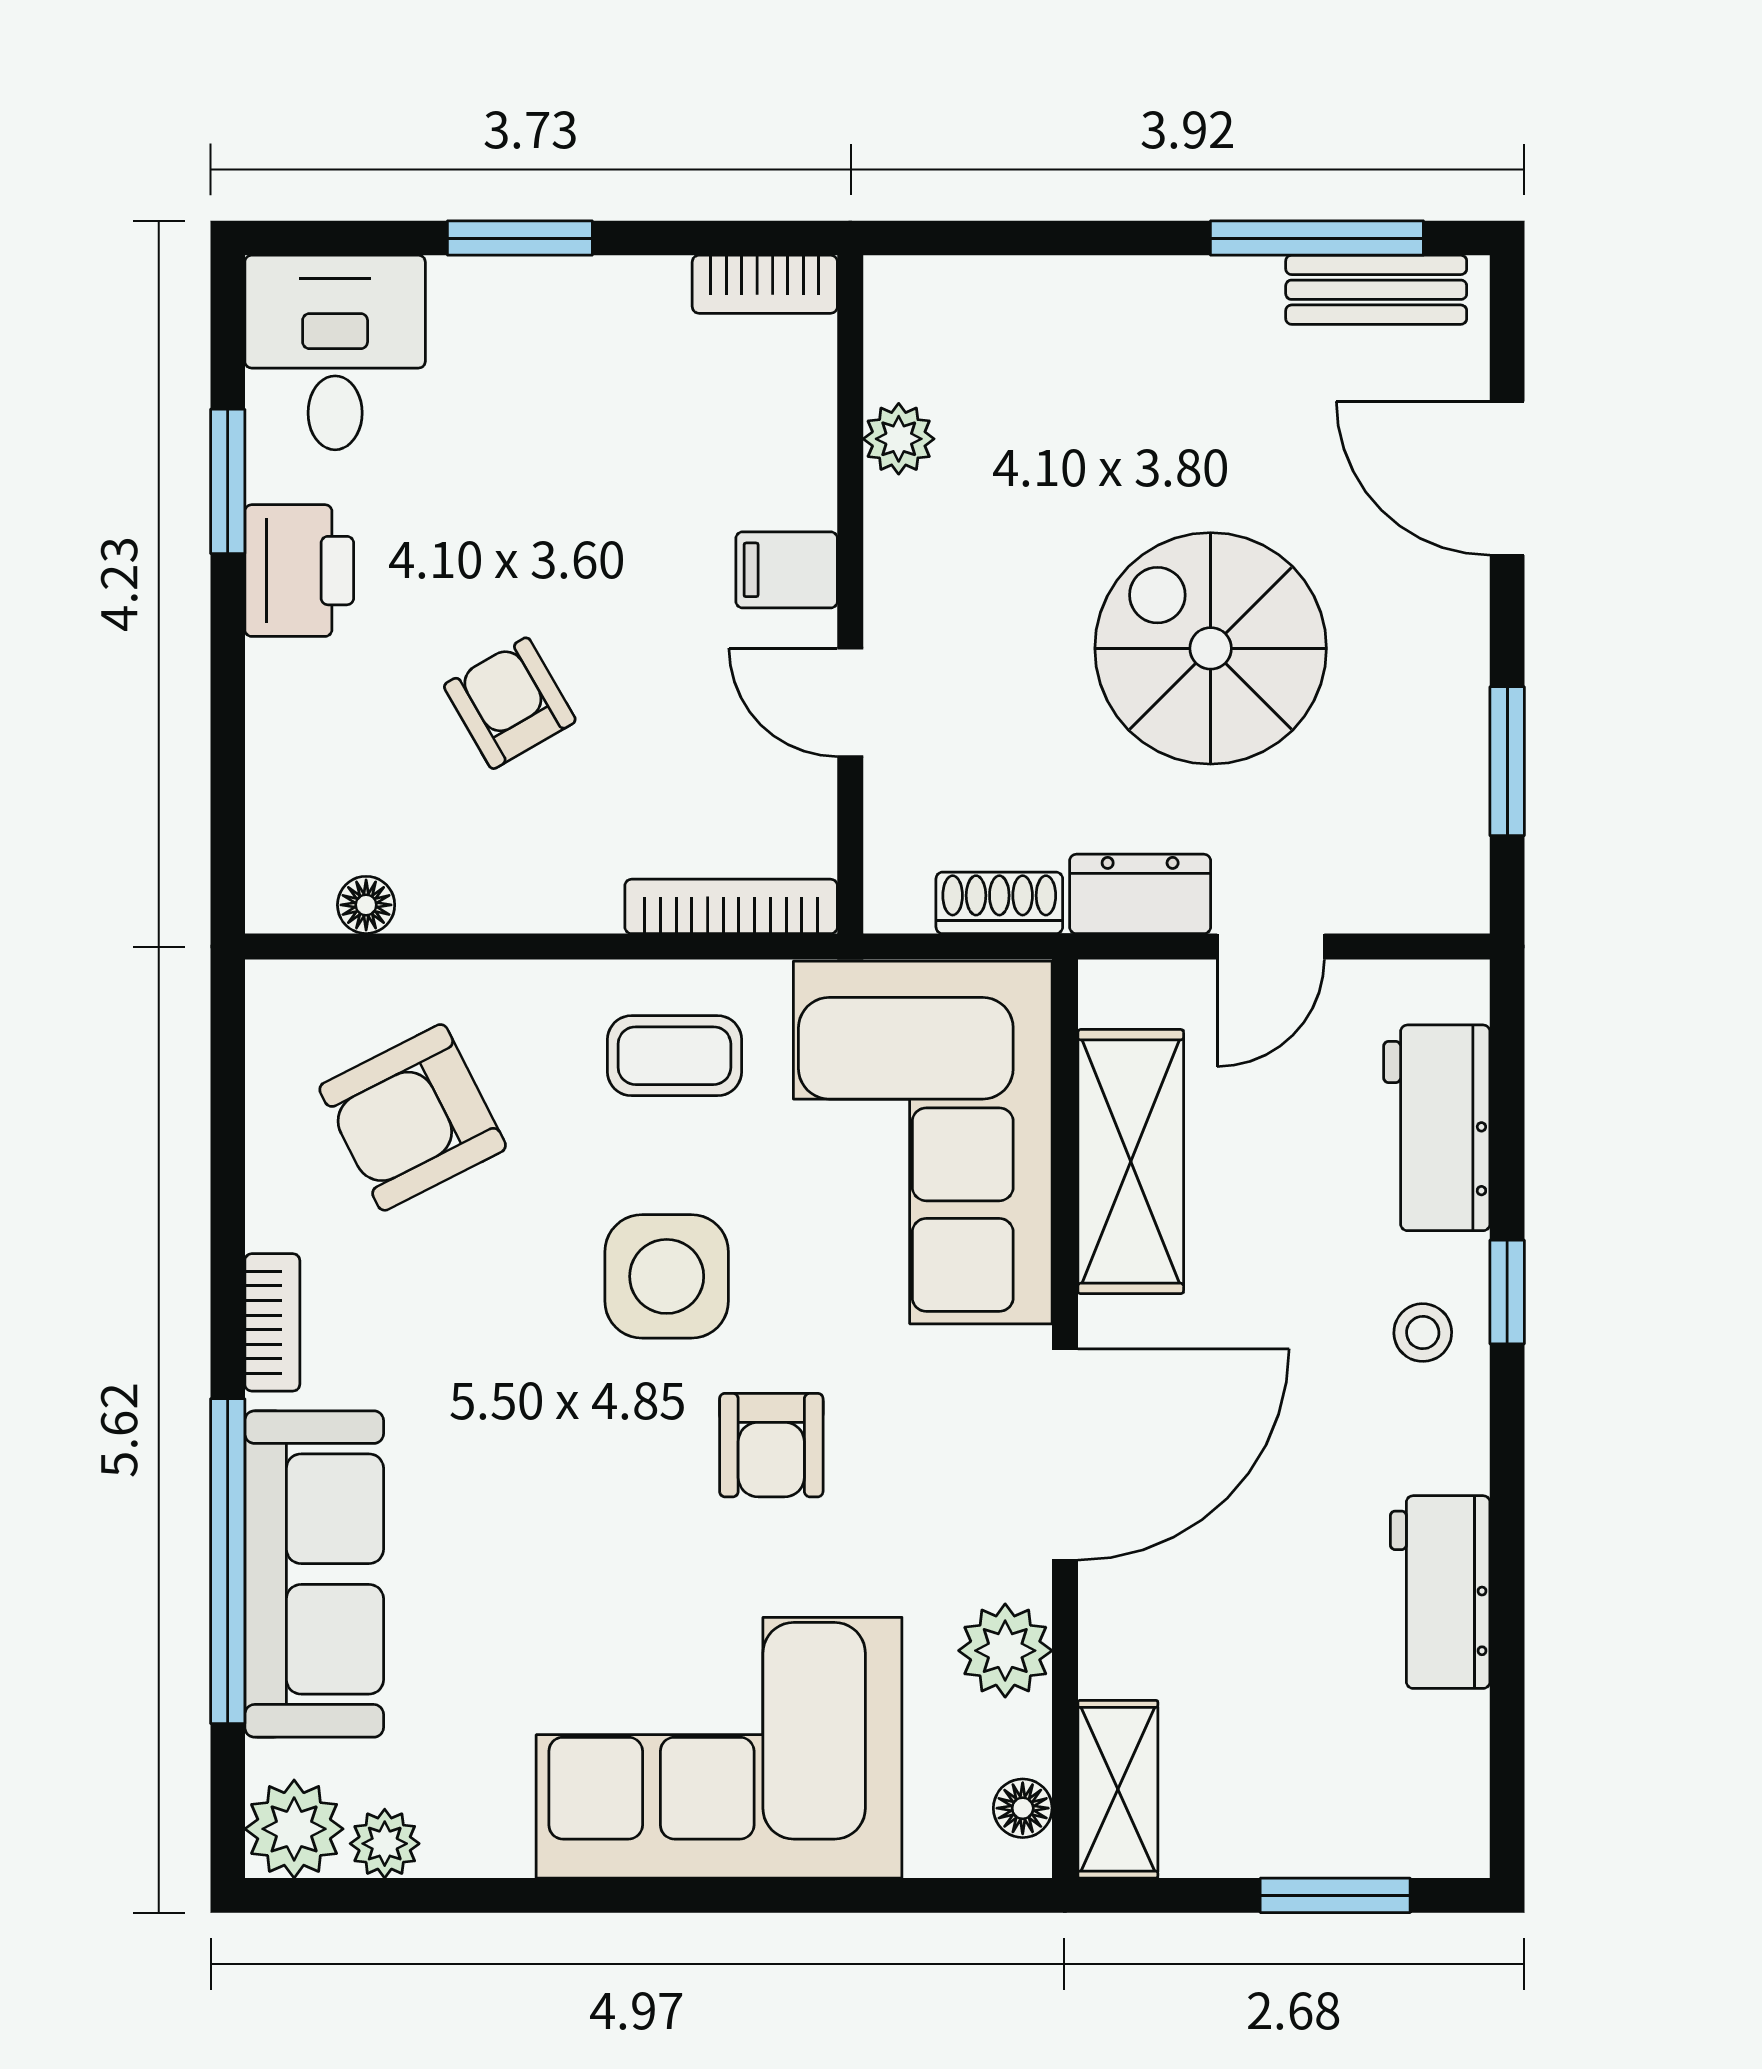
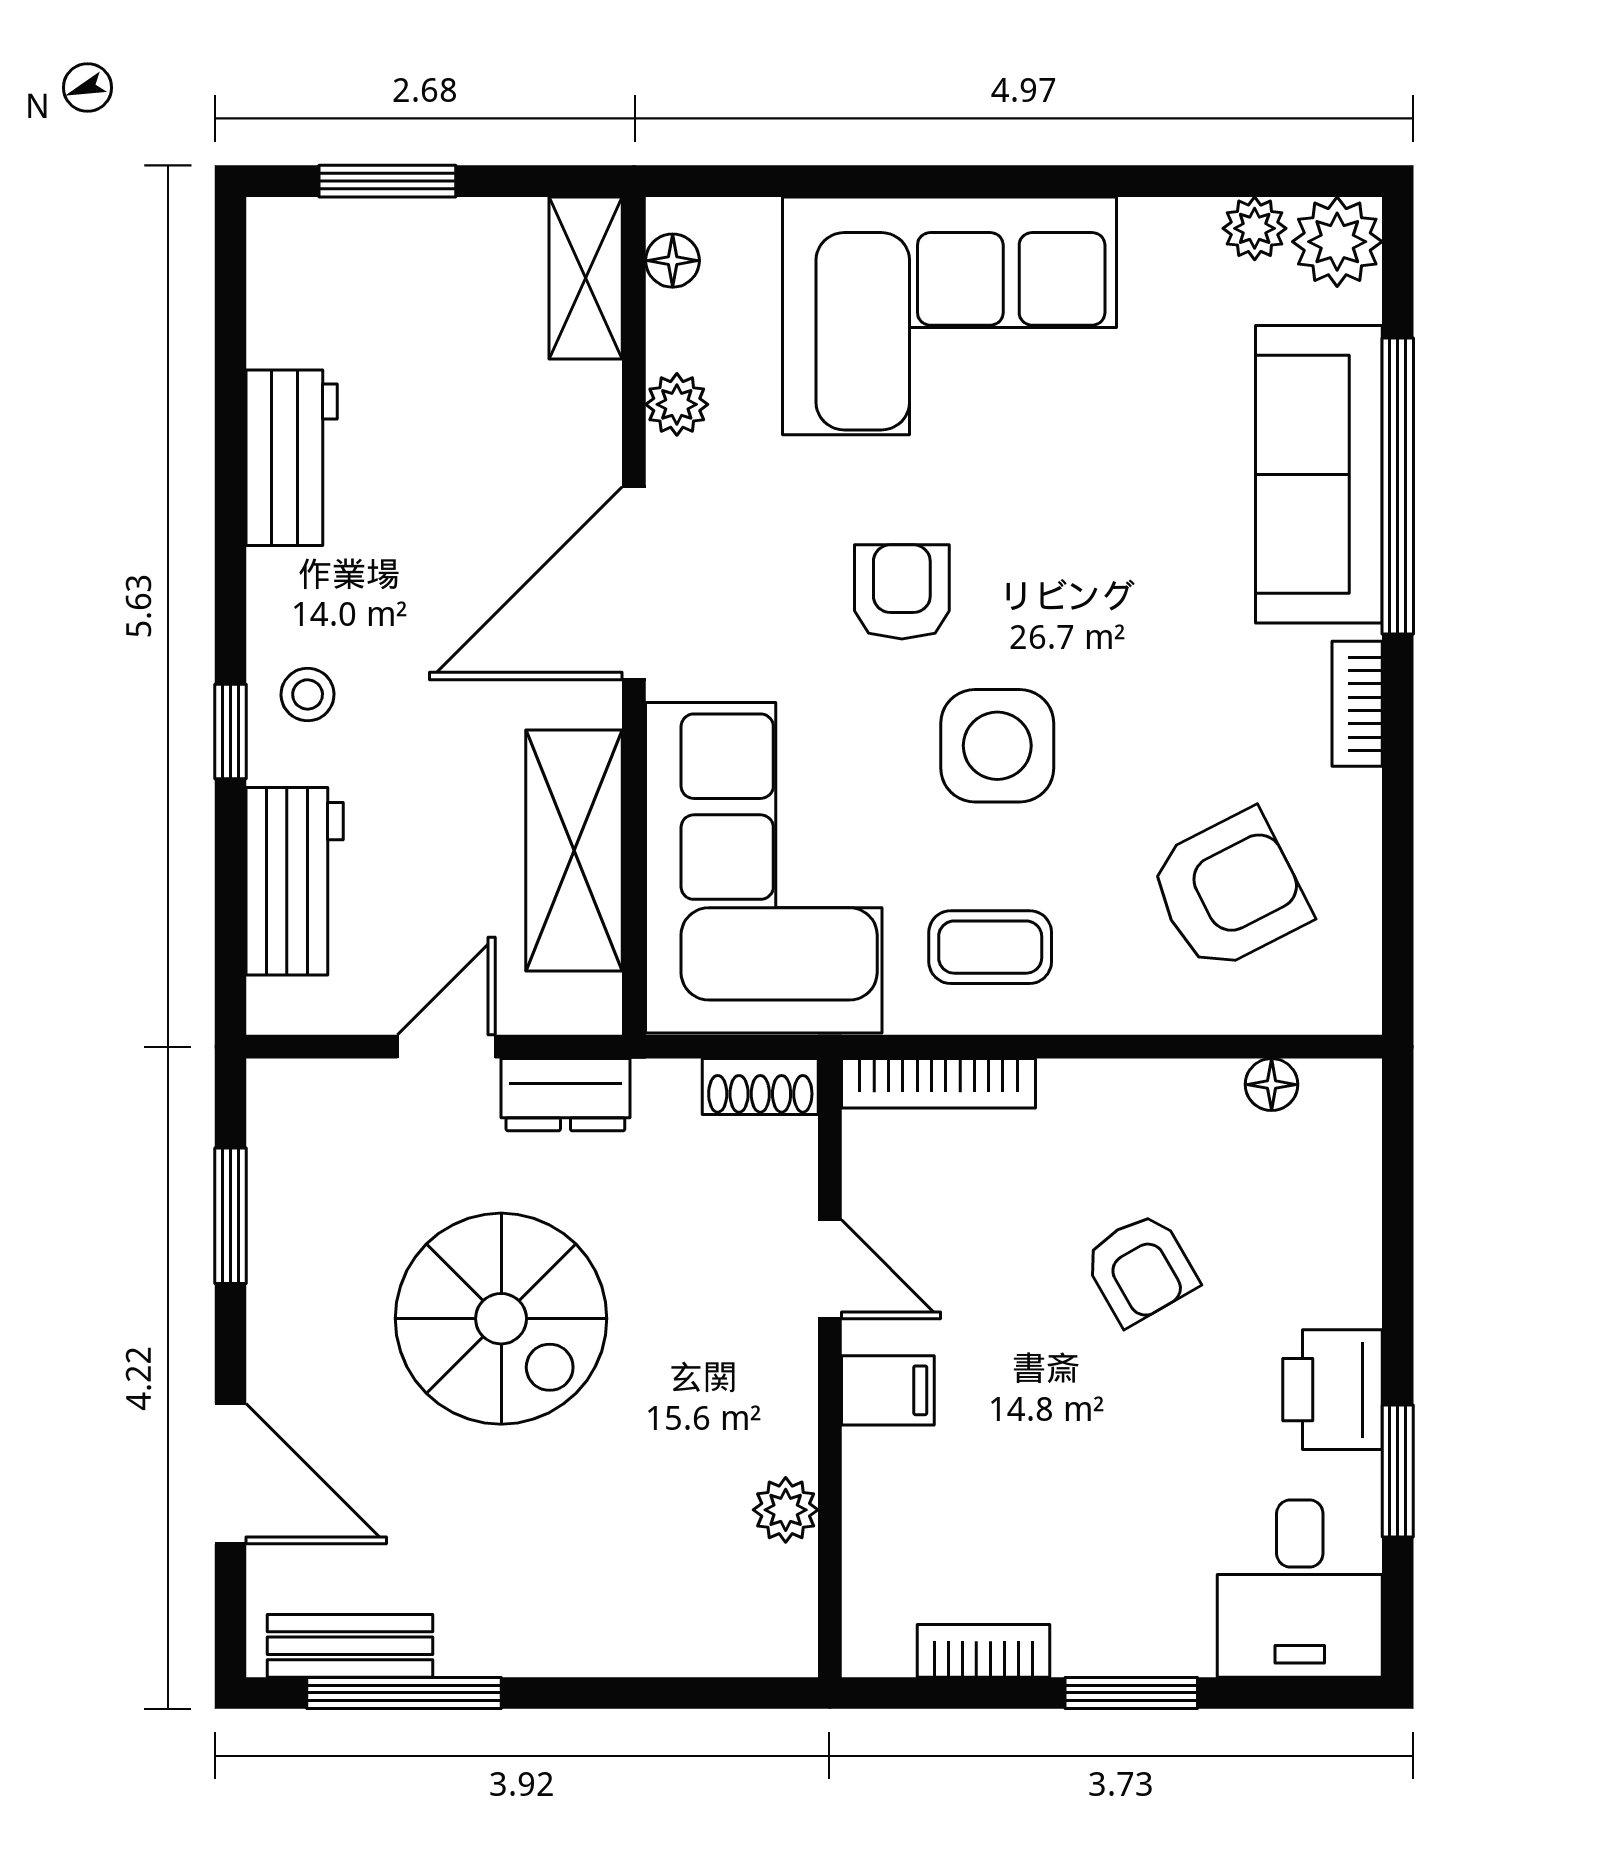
bookcase: (765, 284) -> (983, 1651), moved
shoe rack: (999, 903) -> (760, 1087), moved
plant: (1005, 1651) -> (677, 404), width x0.73, depth x0.73

